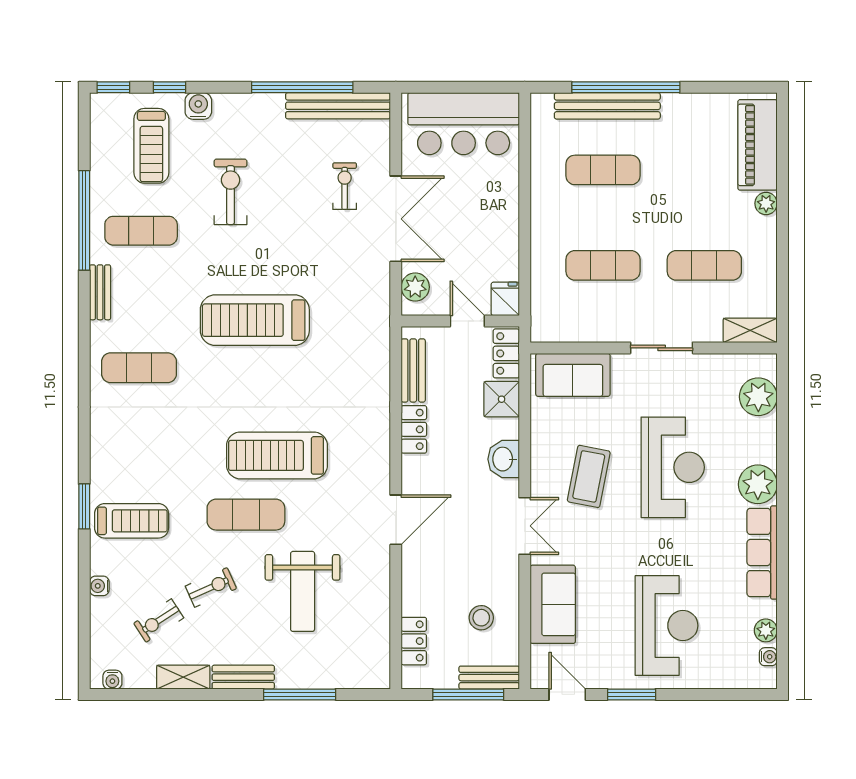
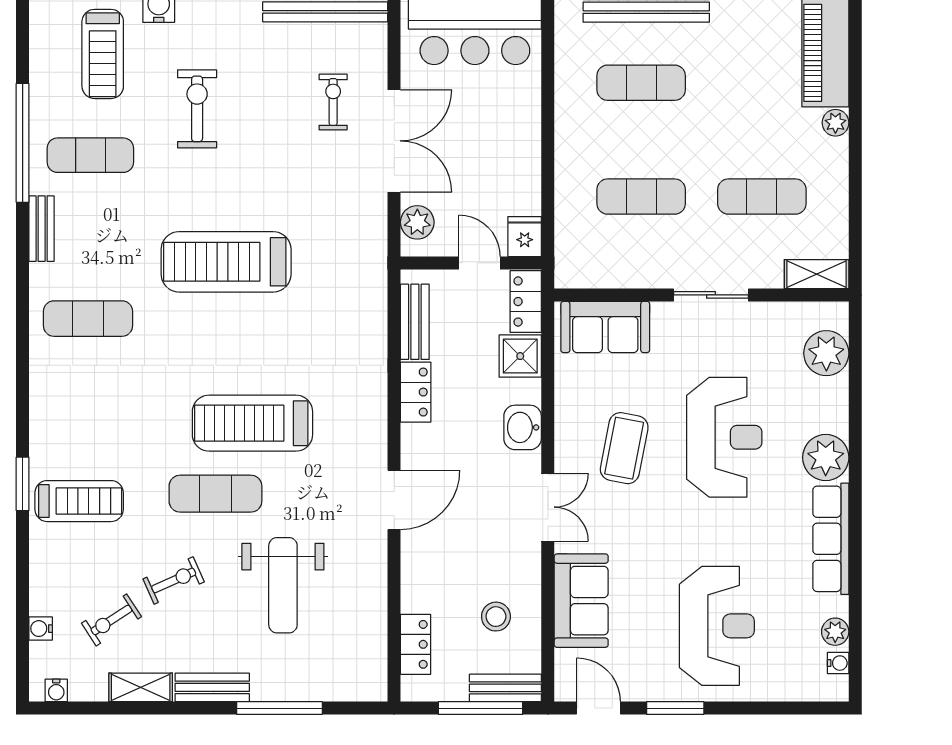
water cooler: (99, 586) -> (41, 629), moved

